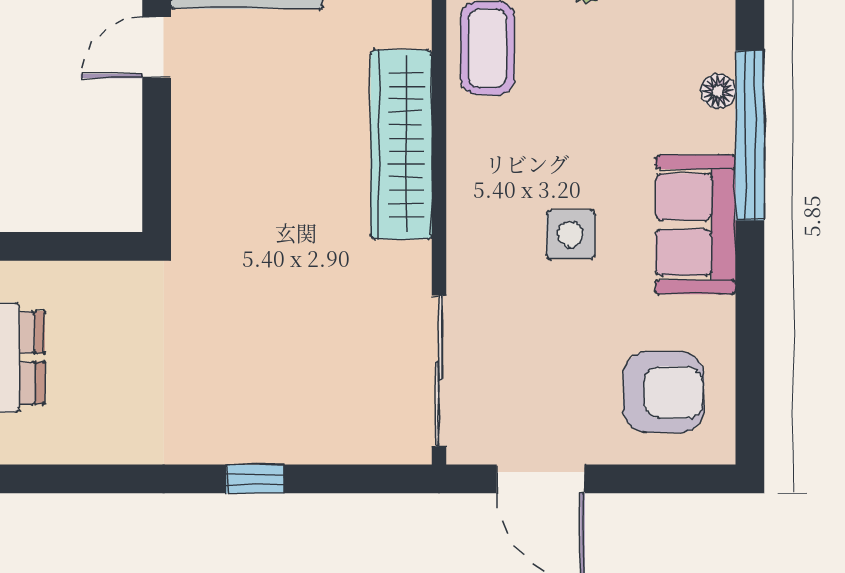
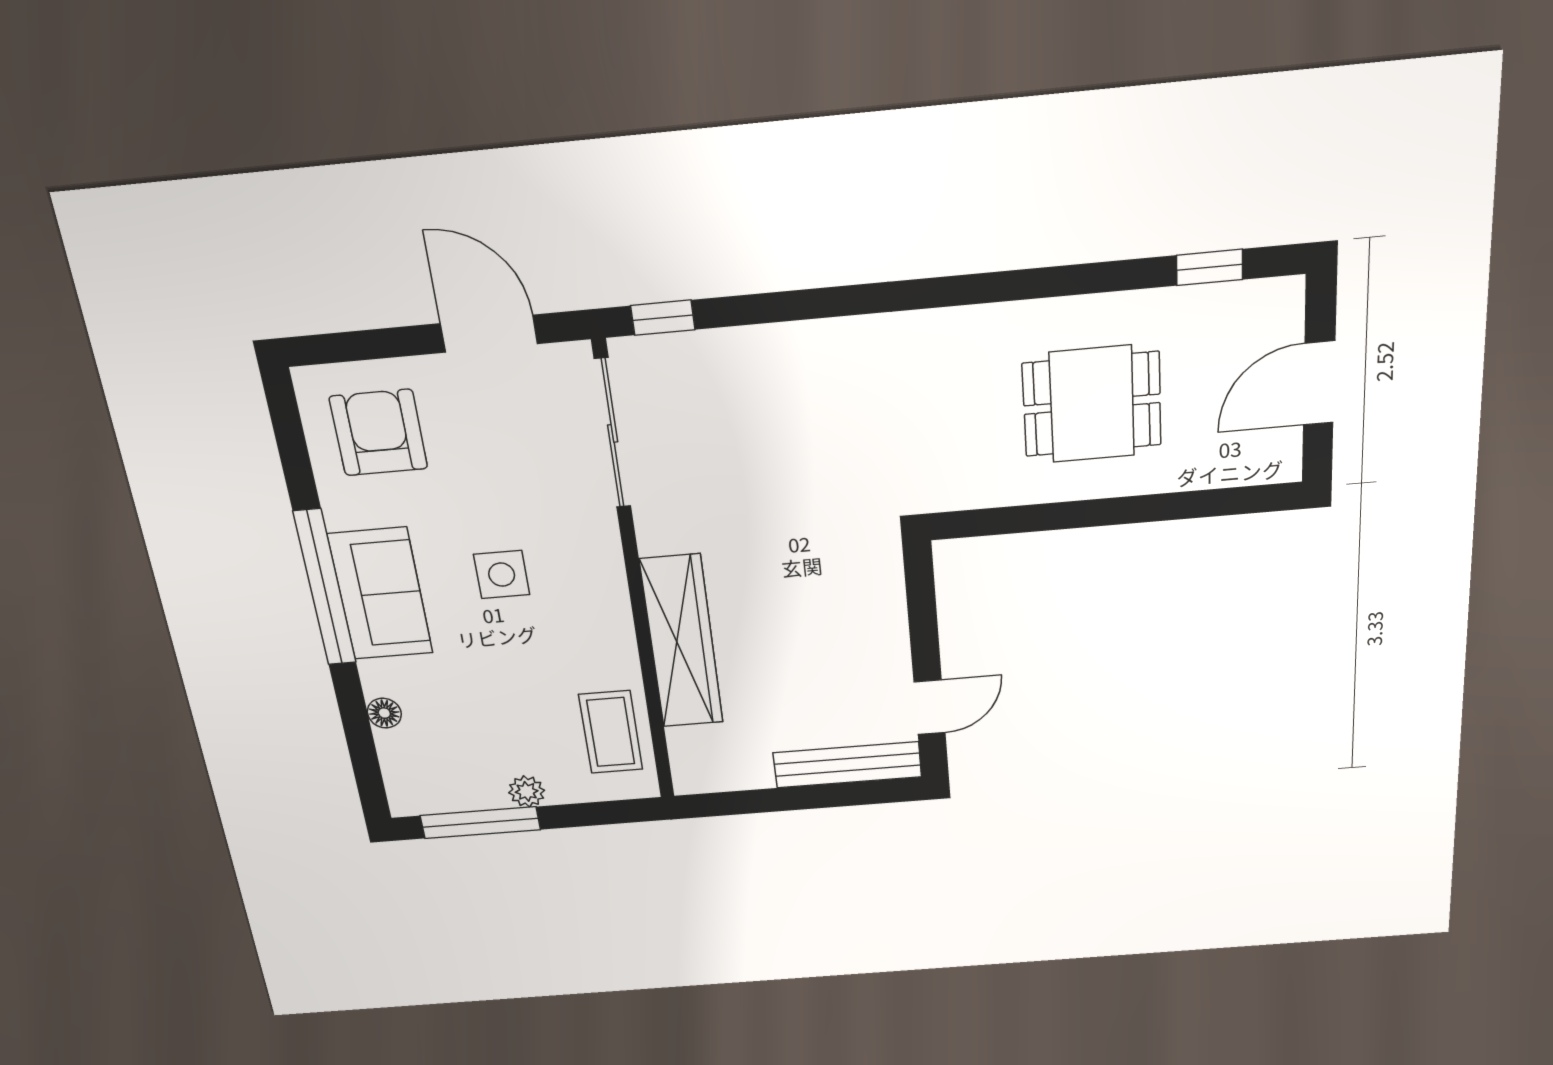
window: (750, 135) -> (325, 588), moved
armchair: (664, 392) -> (378, 433), turned 90
window: (255, 479) -> (663, 318), moved

